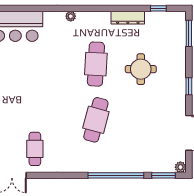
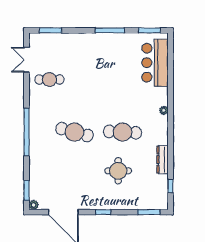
window: (116, 175) -> (27, 132), moved

